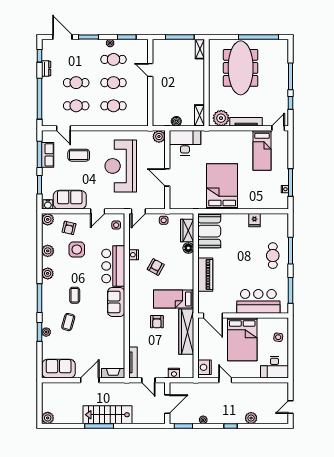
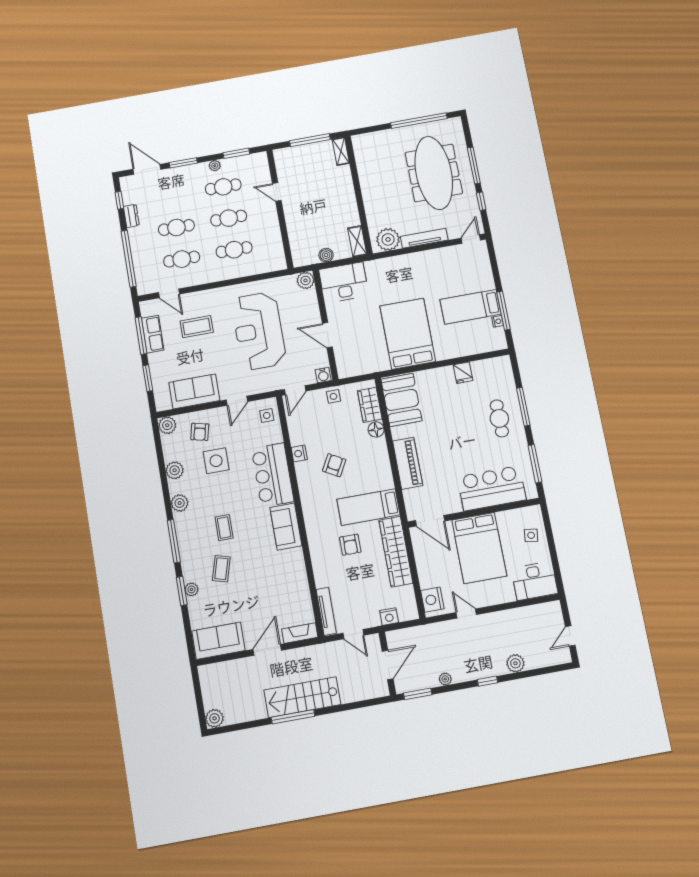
meeting table: (241, 68) -> (434, 173), moved
bed: (262, 150) -> (470, 307), moved, turned 90
water cooler: (48, 204) -> (323, 375), moved

